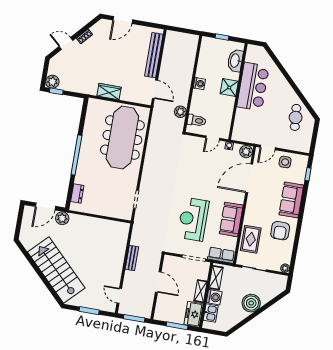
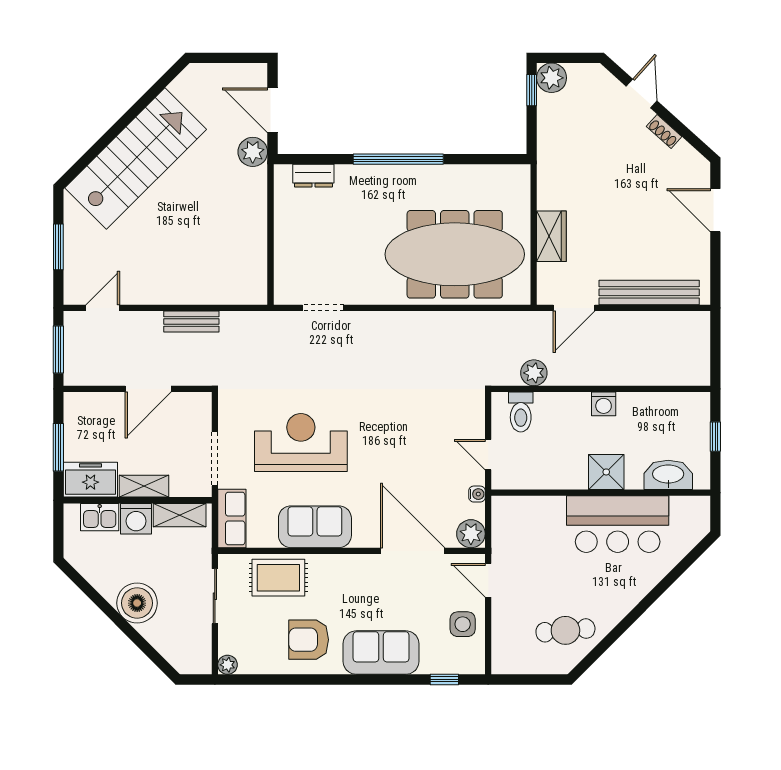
wardrobe: (109, 92) -> (551, 236), moved

